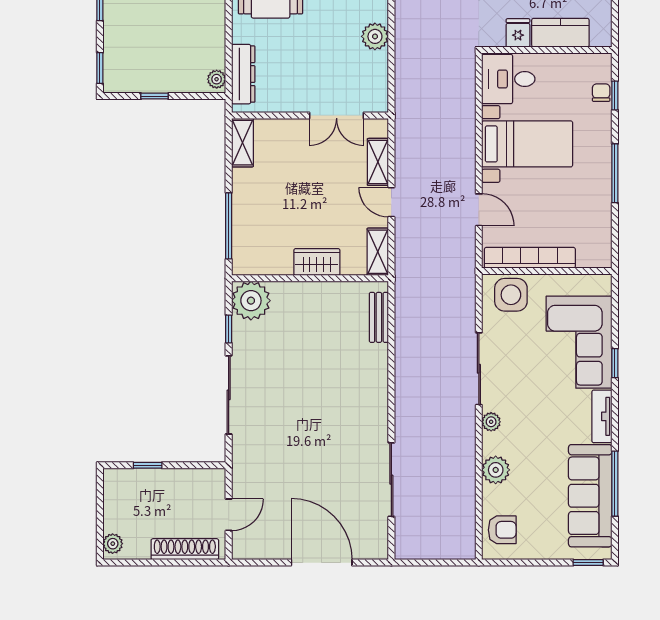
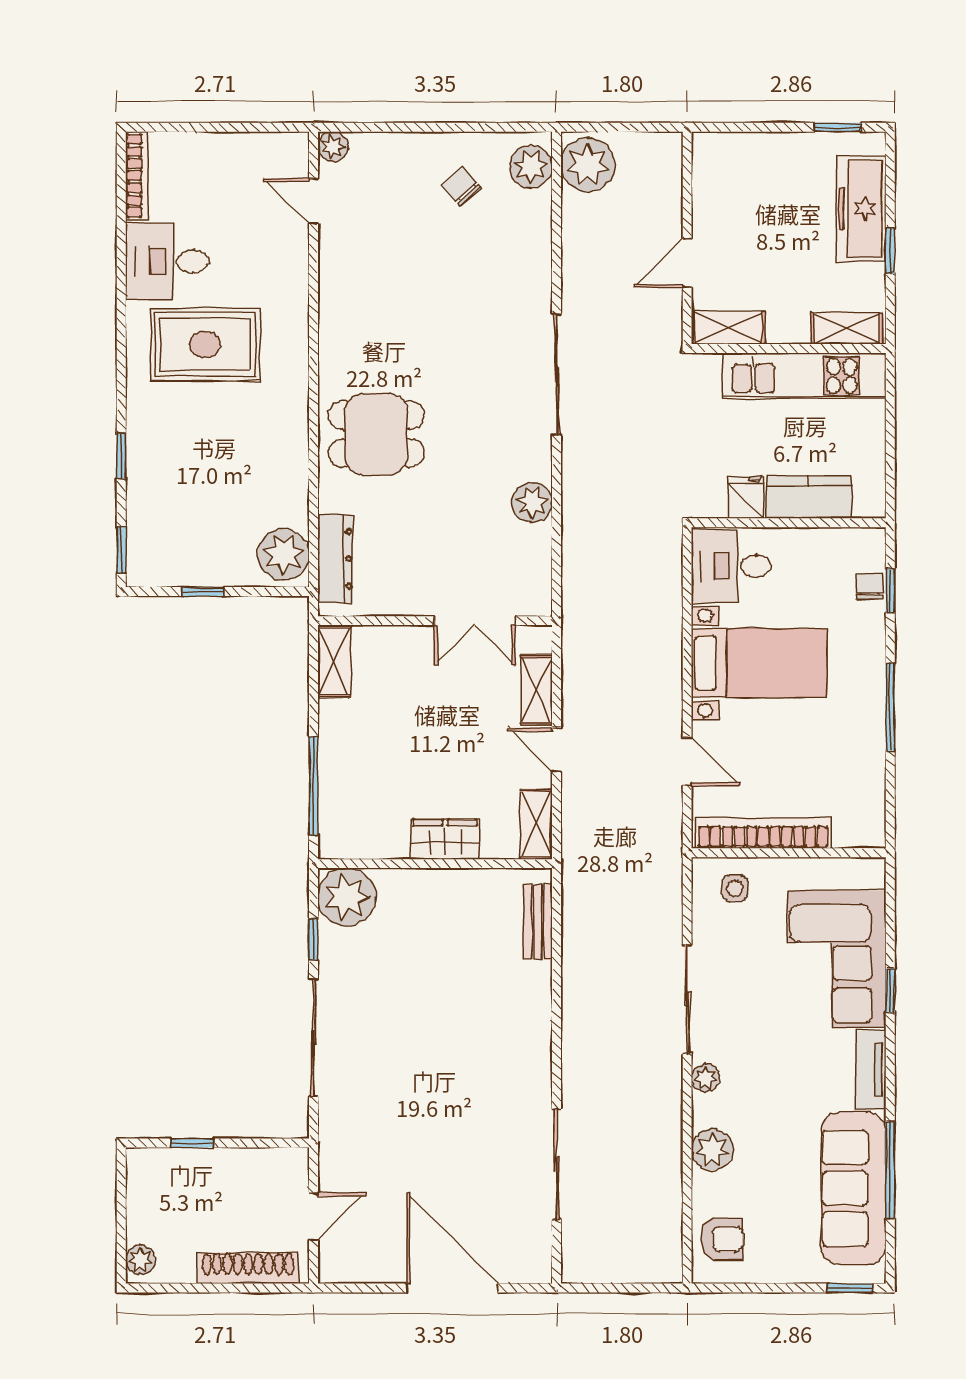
plant: (217, 79) -> (284, 554), width x1.88, depth x1.88
side table: (511, 295) -> (735, 888), width x0.54, depth x0.54

